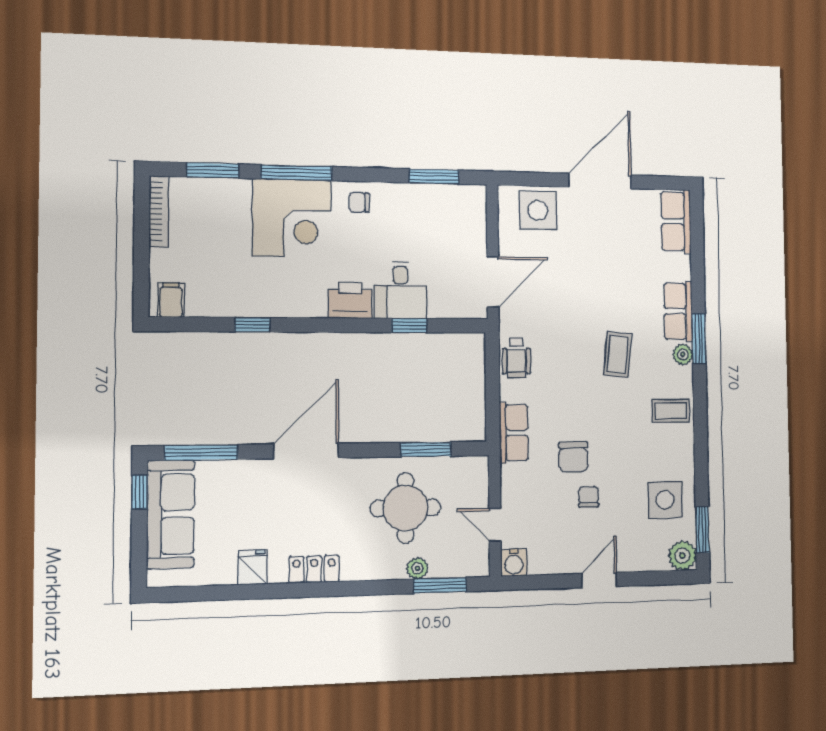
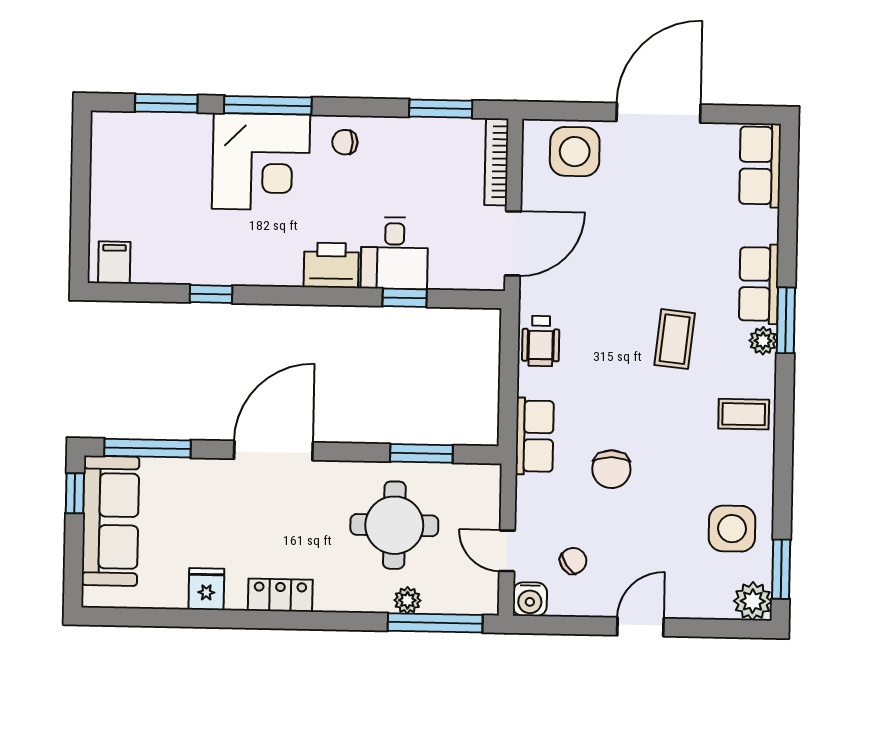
bookcase: (159, 211) -> (496, 162), moved, turned 180
chair: (589, 497) -> (573, 561), moved, turned 56
window: (440, 585) -> (435, 623), width x1.44

